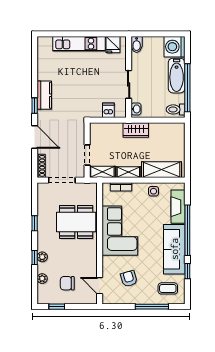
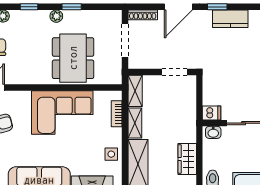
dishwasher: (108, 110) -> (212, 113), moved
wardrobe: (136, 130) -> (187, 159), moved
doorway: (87, 155) -> (175, 72), moved
plant: (42, 257) -> (56, 16), moved

